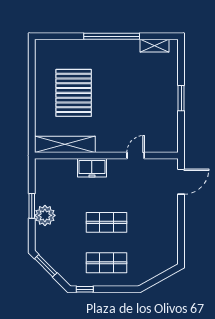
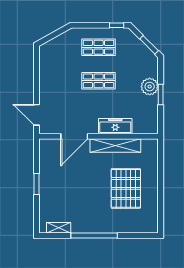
shelving: (65, 144) -> (115, 146), moved
door: (136, 156) -> (74, 136), width x1.88
freezer: (92, 168) -> (115, 126), width x1.40
door: (181, 182) -> (36, 115), hinge flipped

